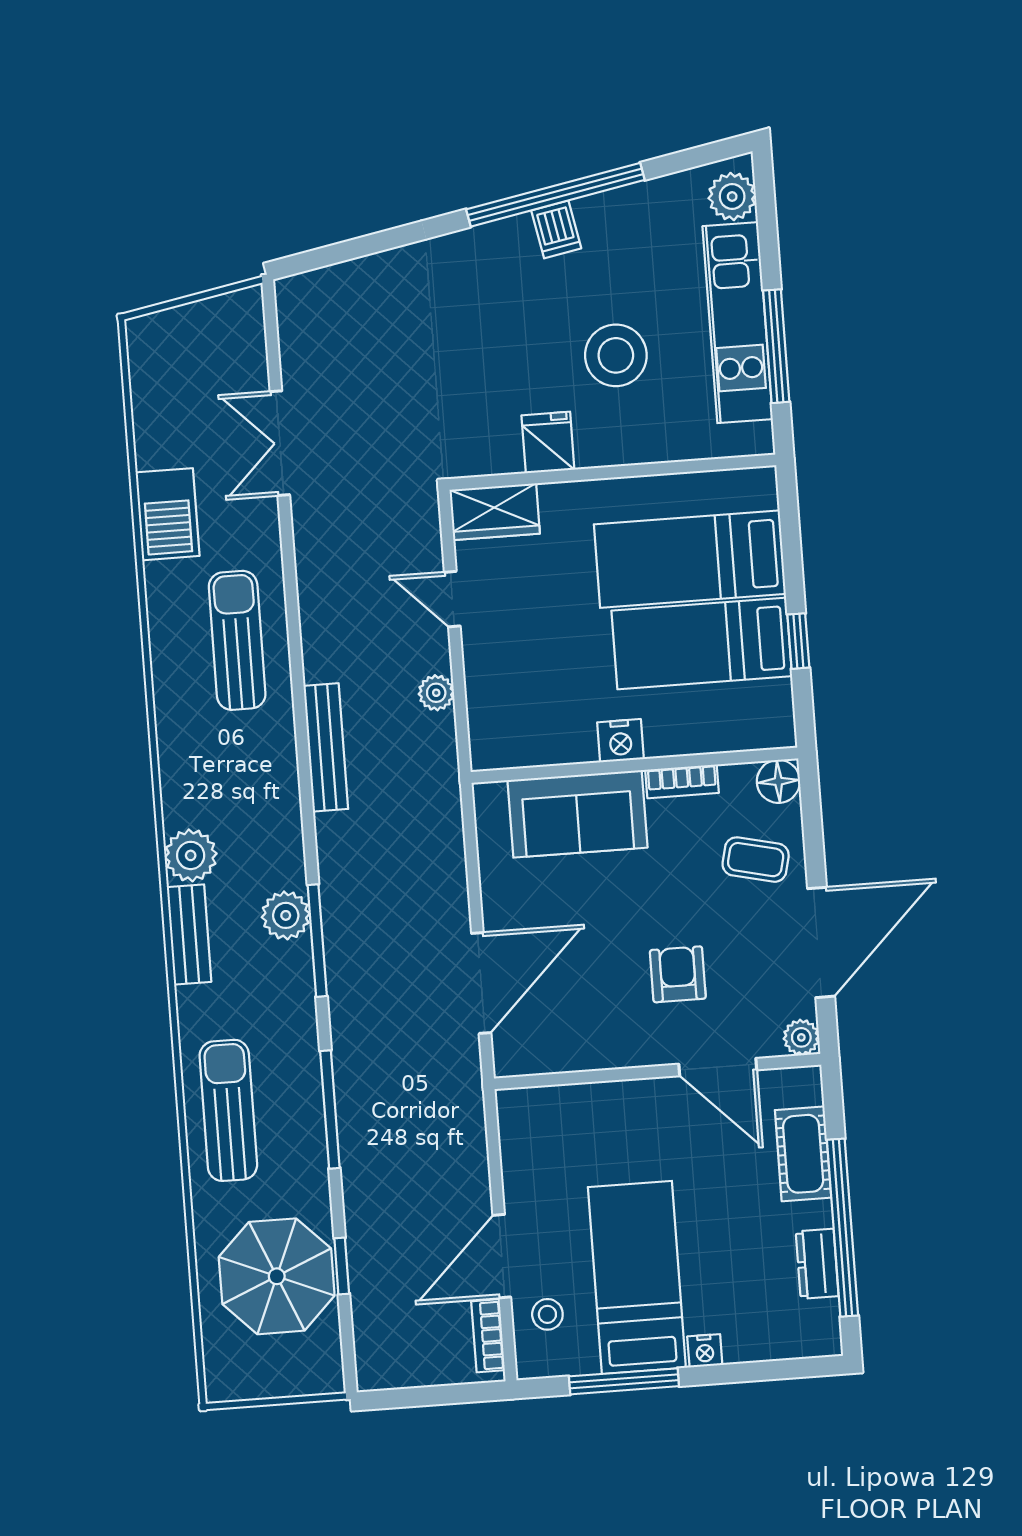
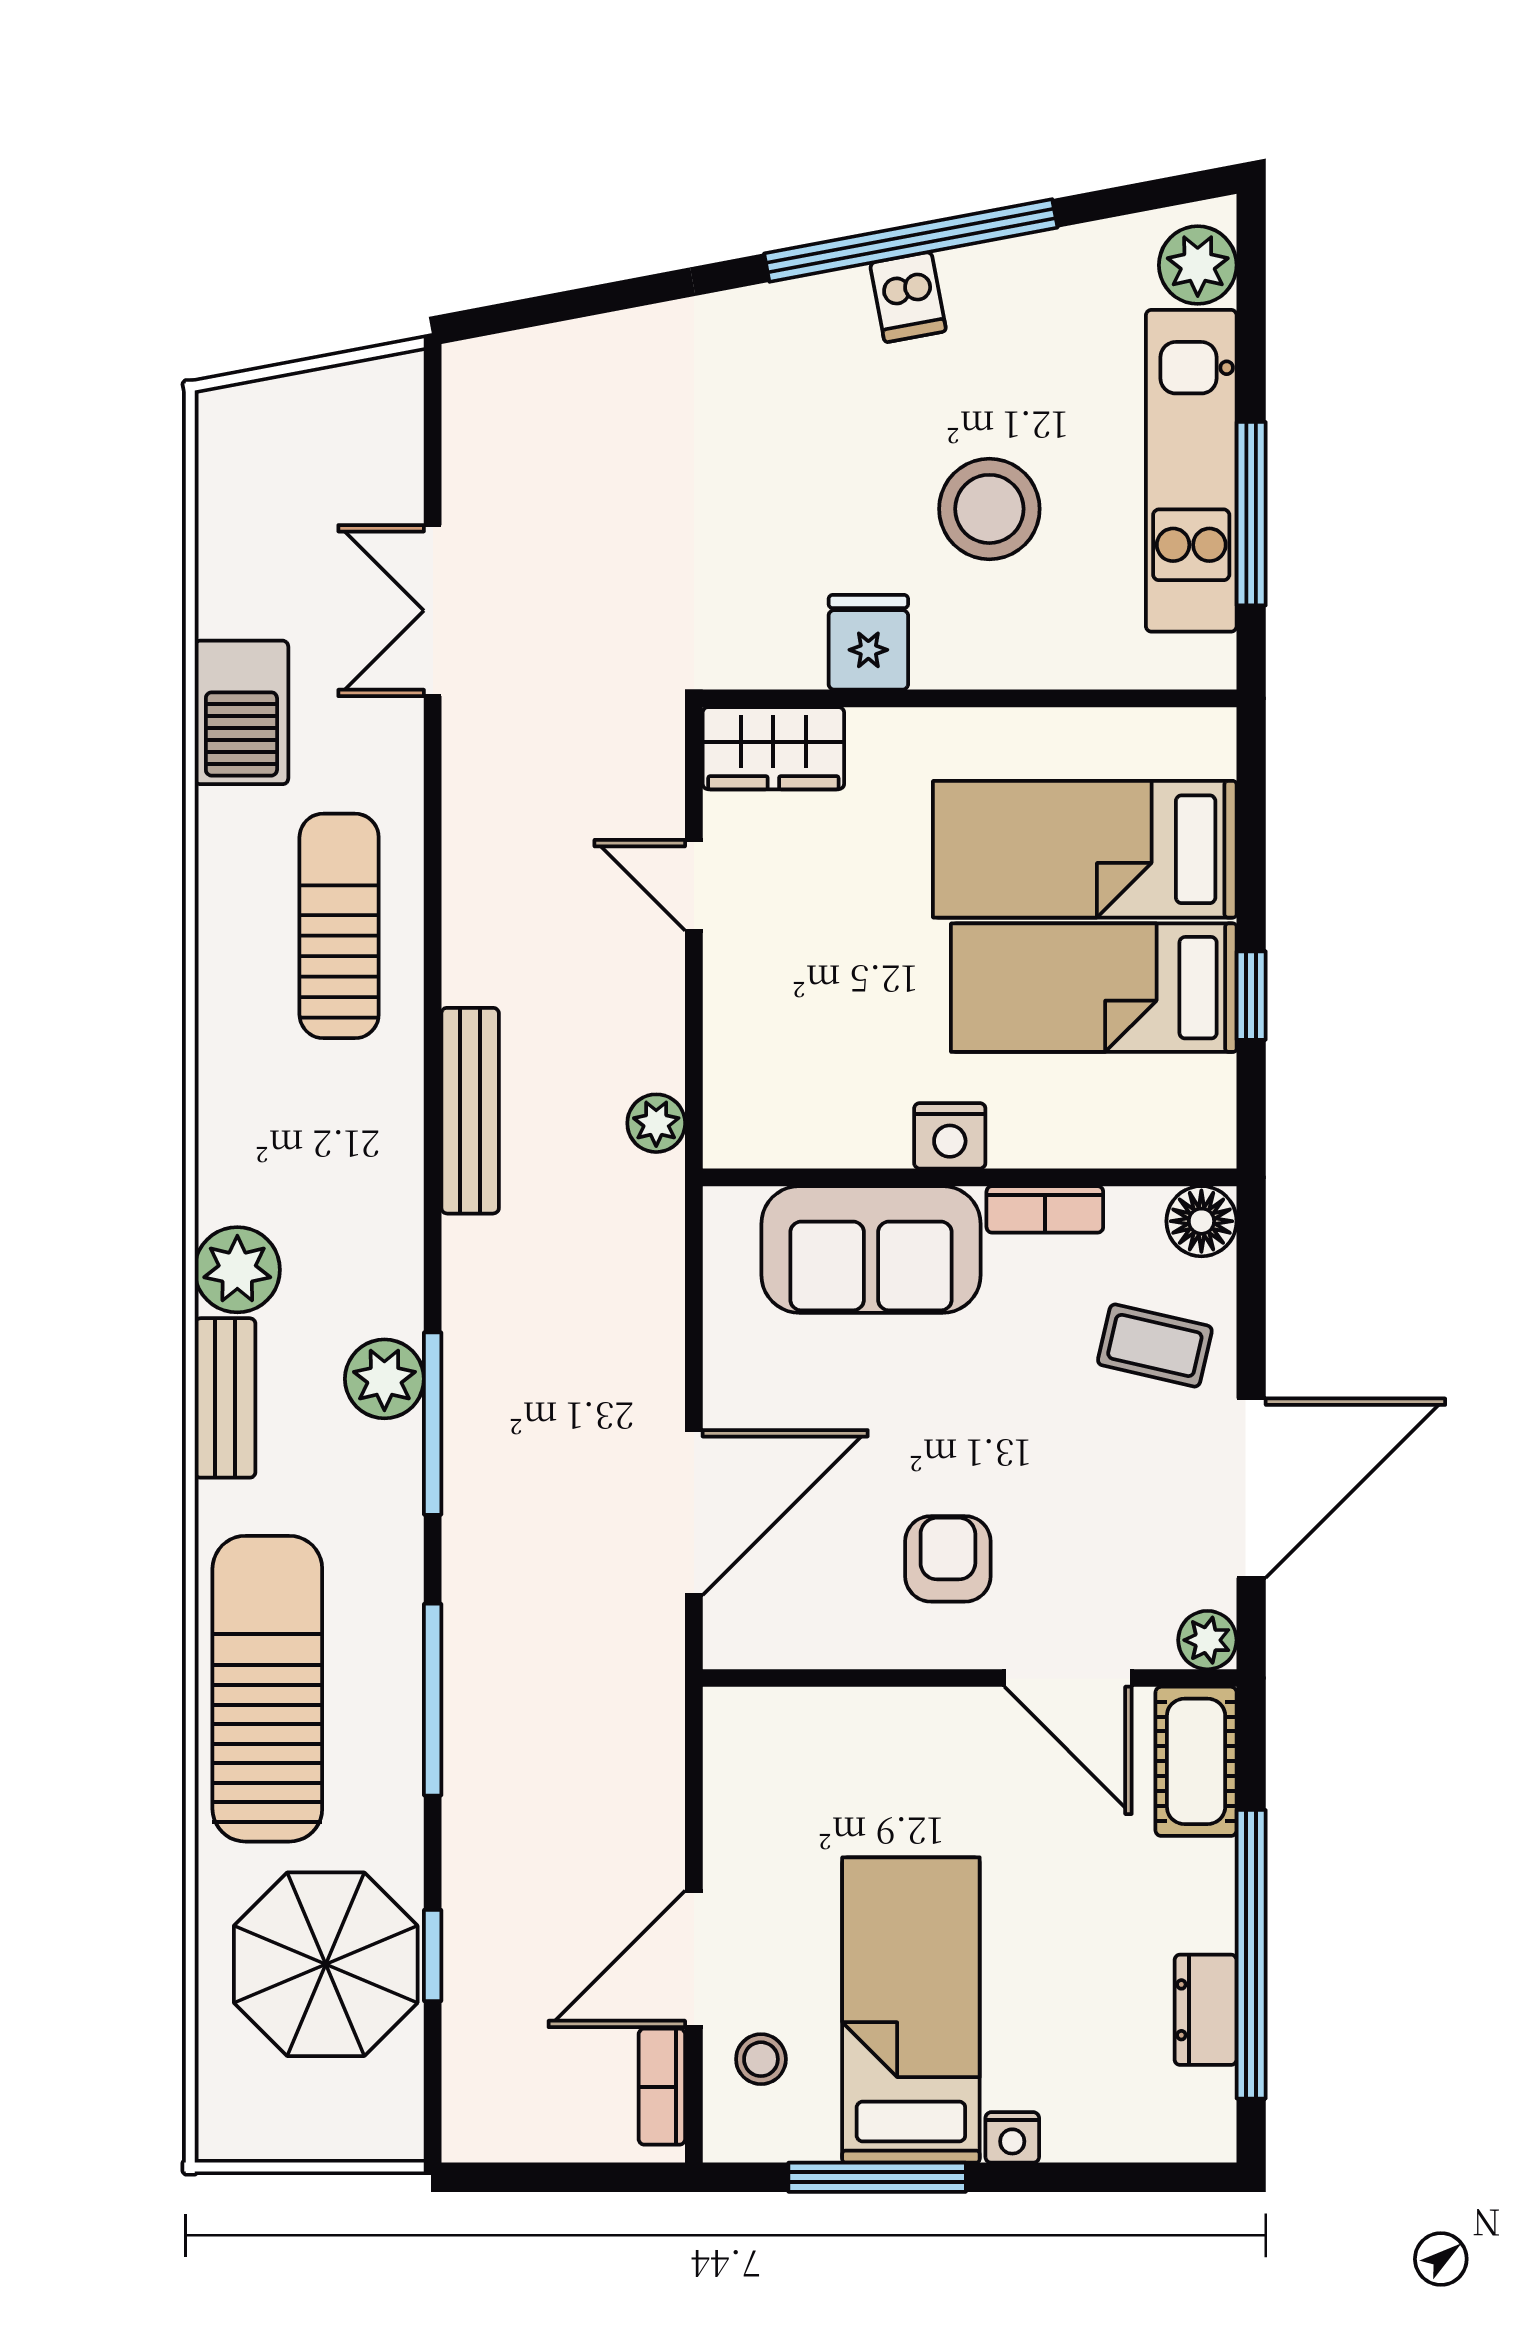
plant: (436, 693) -> (656, 1123), moved
armchair: (678, 974) -> (948, 1559), moved
sun lounger: (228, 1110) -> (267, 1689), width x1.36, depth x1.34
cot: (803, 1154) -> (1196, 1761), moved

